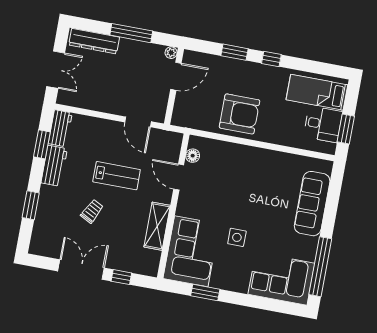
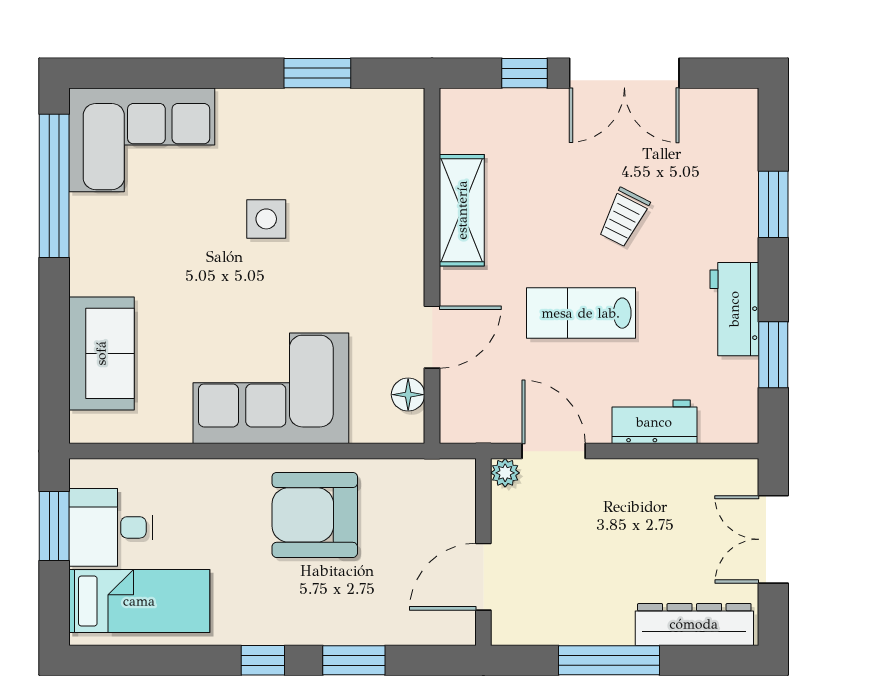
plant: (171, 53) -> (505, 473), moved
workbench: (60, 128) -> (654, 422), moved, turned 90
door: (179, 177) -> (432, 337), hinge flipped
sofa: (312, 204) -> (101, 353), width x0.73
corner sofa: (191, 251) -> (271, 388), moved, turned 90

